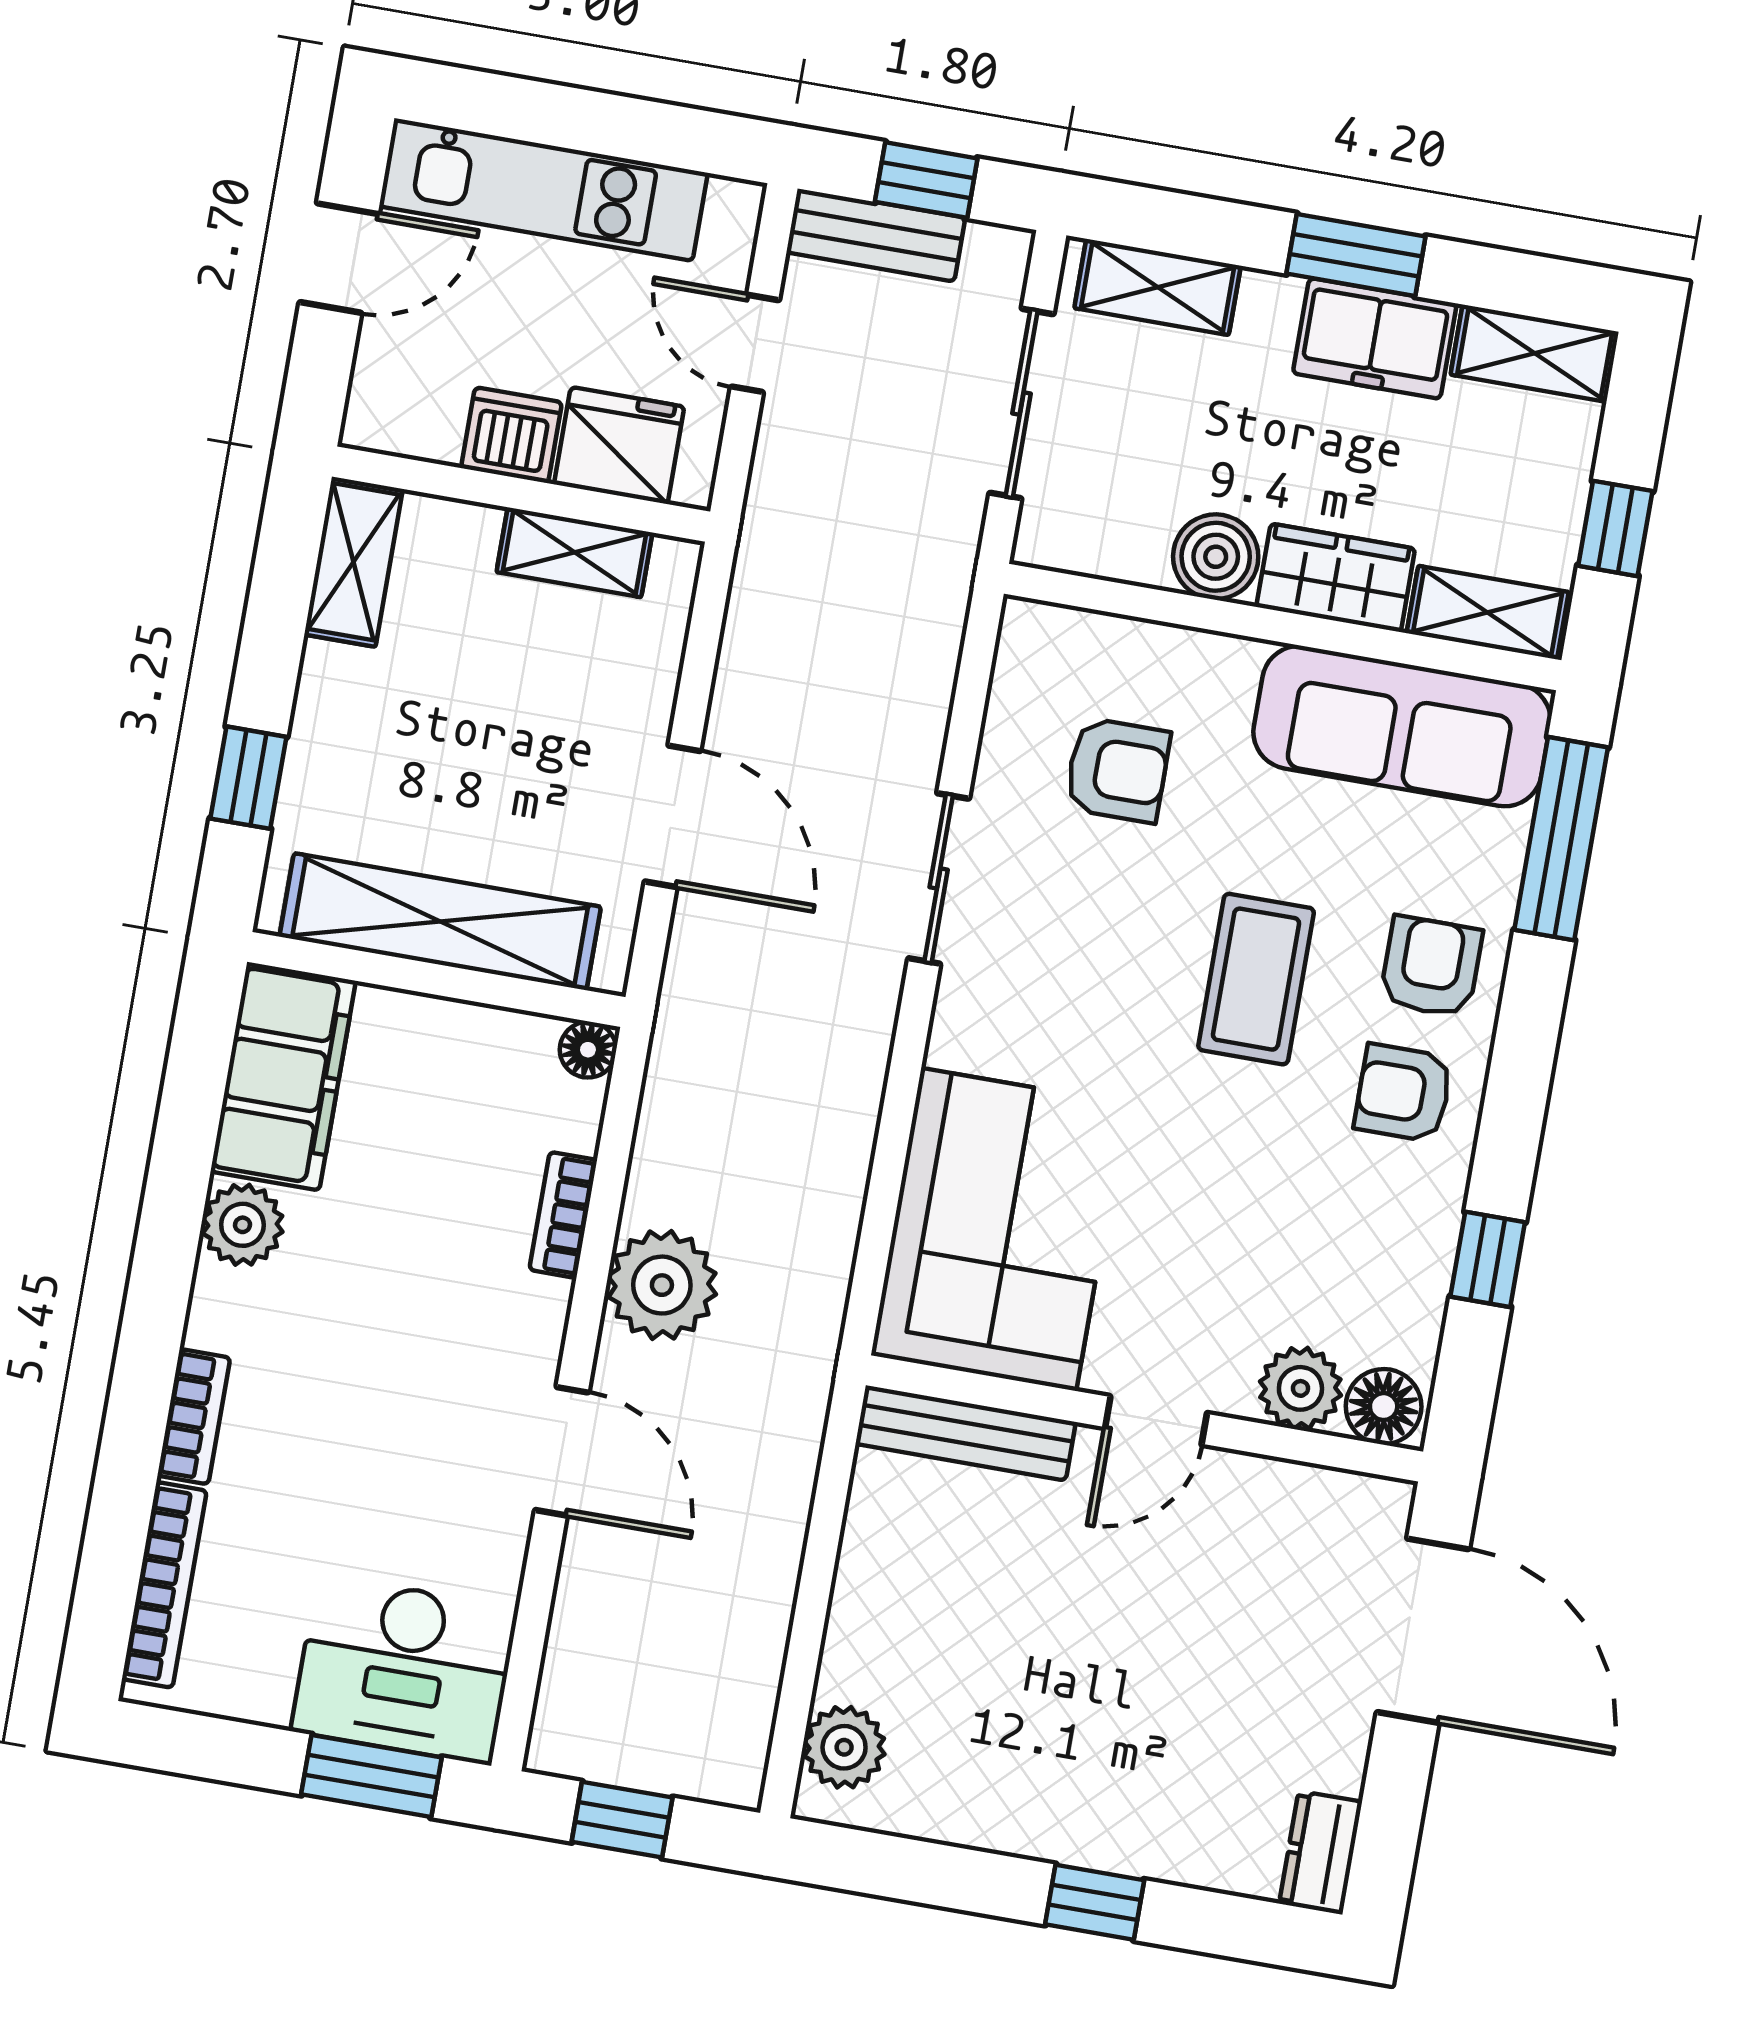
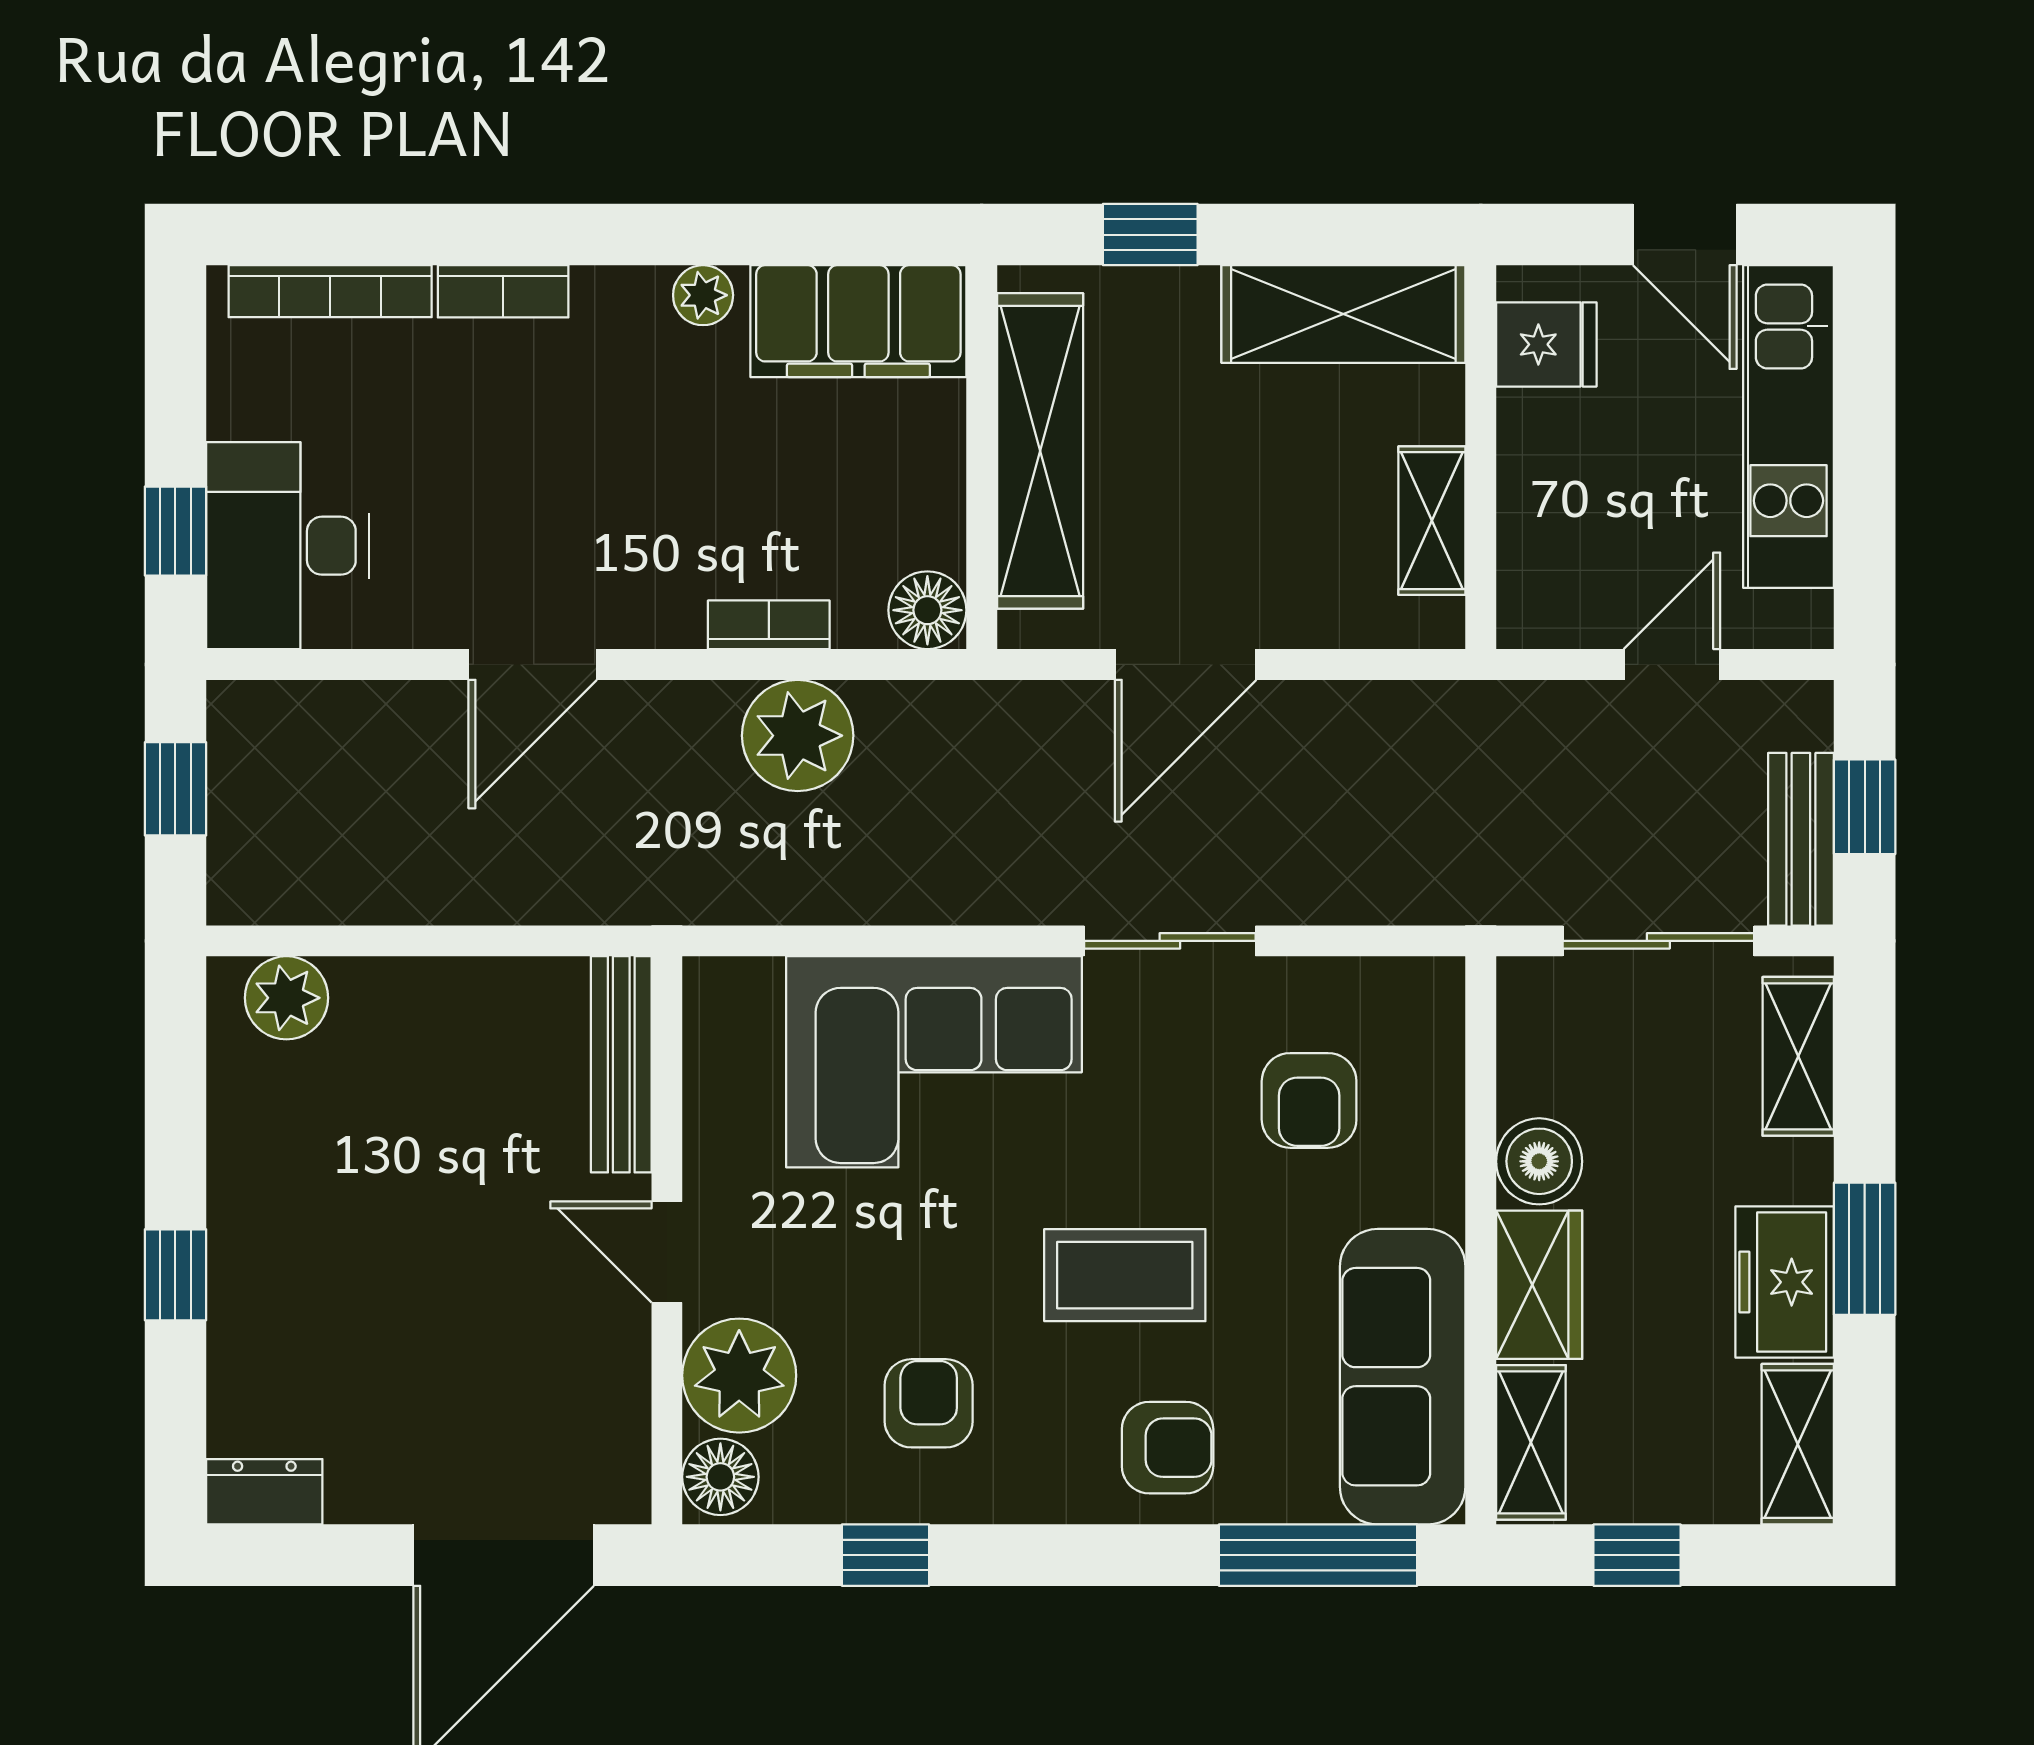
bench: (876, 235) -> (1801, 839), moved
dishwasher: (512, 435) -> (1538, 437), removed
fridge: (619, 445) -> (1546, 344), moved, width x0.72
shelving: (354, 562) -> (1343, 314), width x1.50, depth x1.33
floor lamp: (588, 1050) -> (927, 610), width x1.37, depth x1.37
armchair: (1403, 1093) -> (929, 1403), moved
plant: (242, 1225) -> (703, 295), width x0.73, depth x0.73
corner sofa: (999, 1229) -> (934, 1062), moved
plant: (662, 1285) -> (798, 736), moved
plant: (1300, 1388) -> (739, 1376), width x1.36, depth x1.36
window: (371, 1776) -> (175, 531), width x0.67

